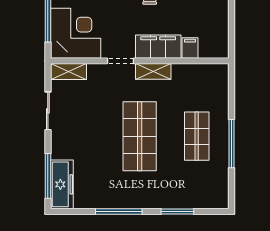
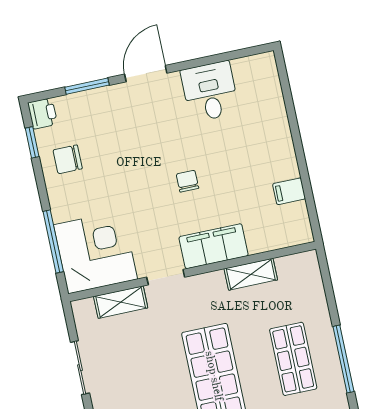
filing cabinet: (190, 48) -> (289, 191), moved, turned -90
shelving: (153, 71) -> (251, 274), moved
shelving: (68, 72) -> (121, 302), moved

